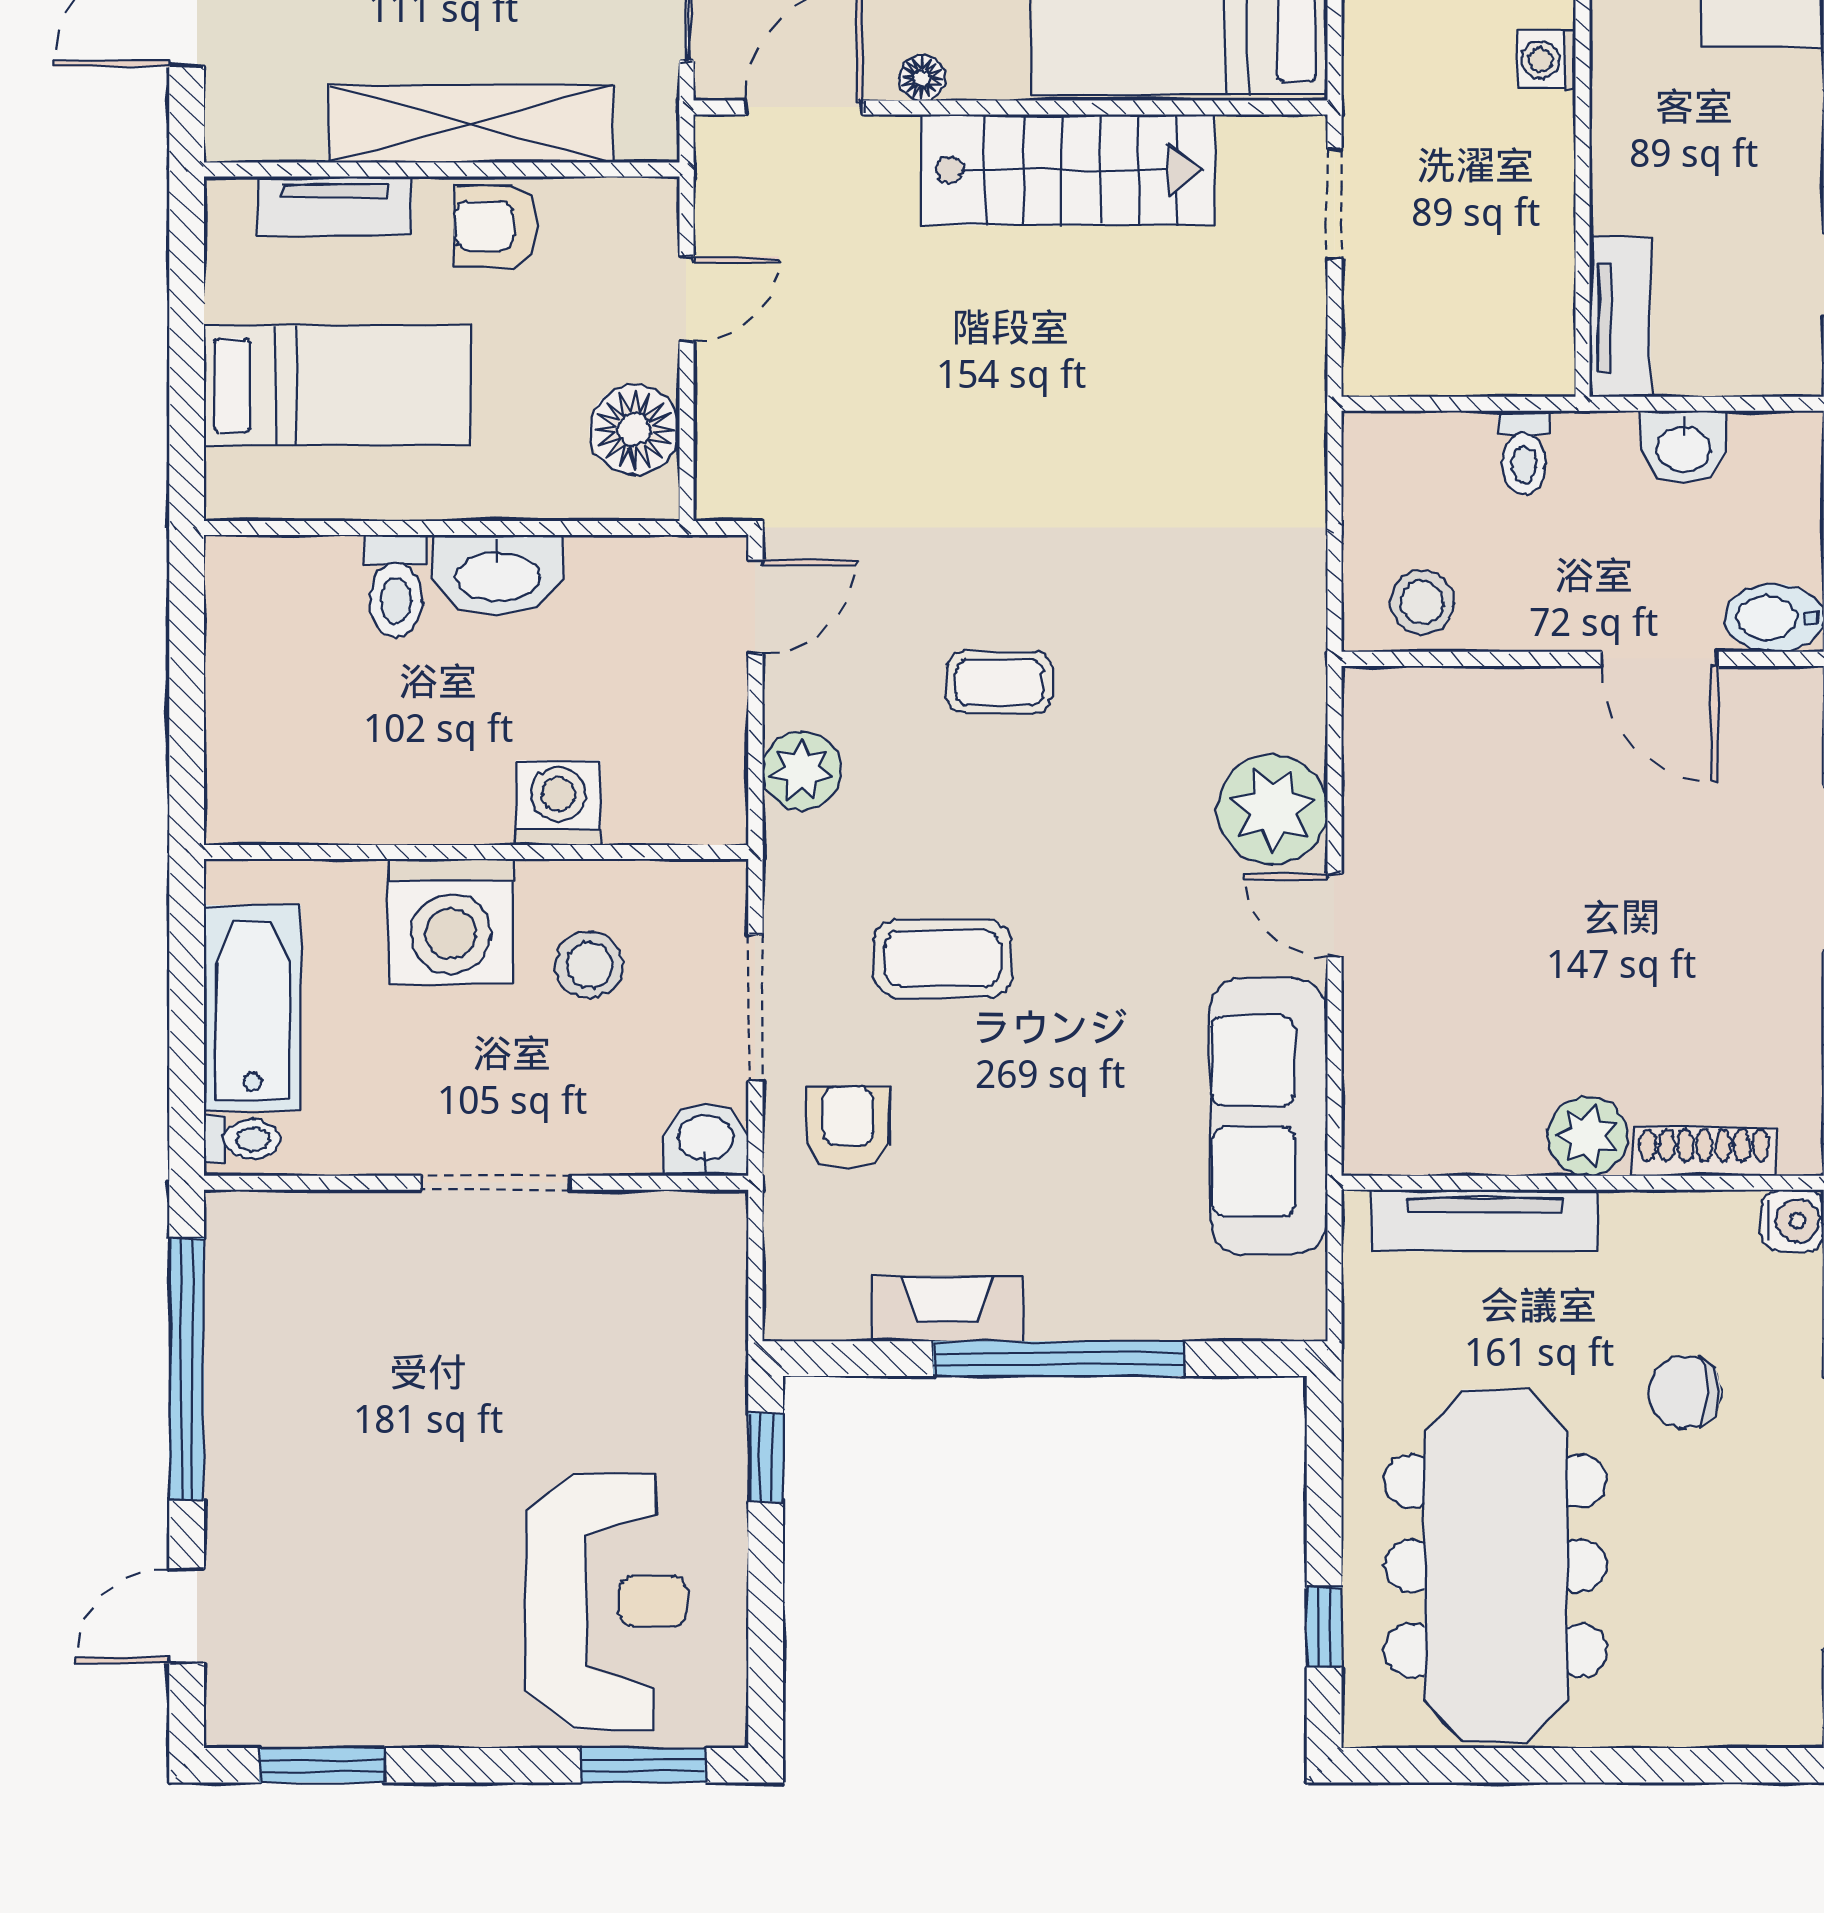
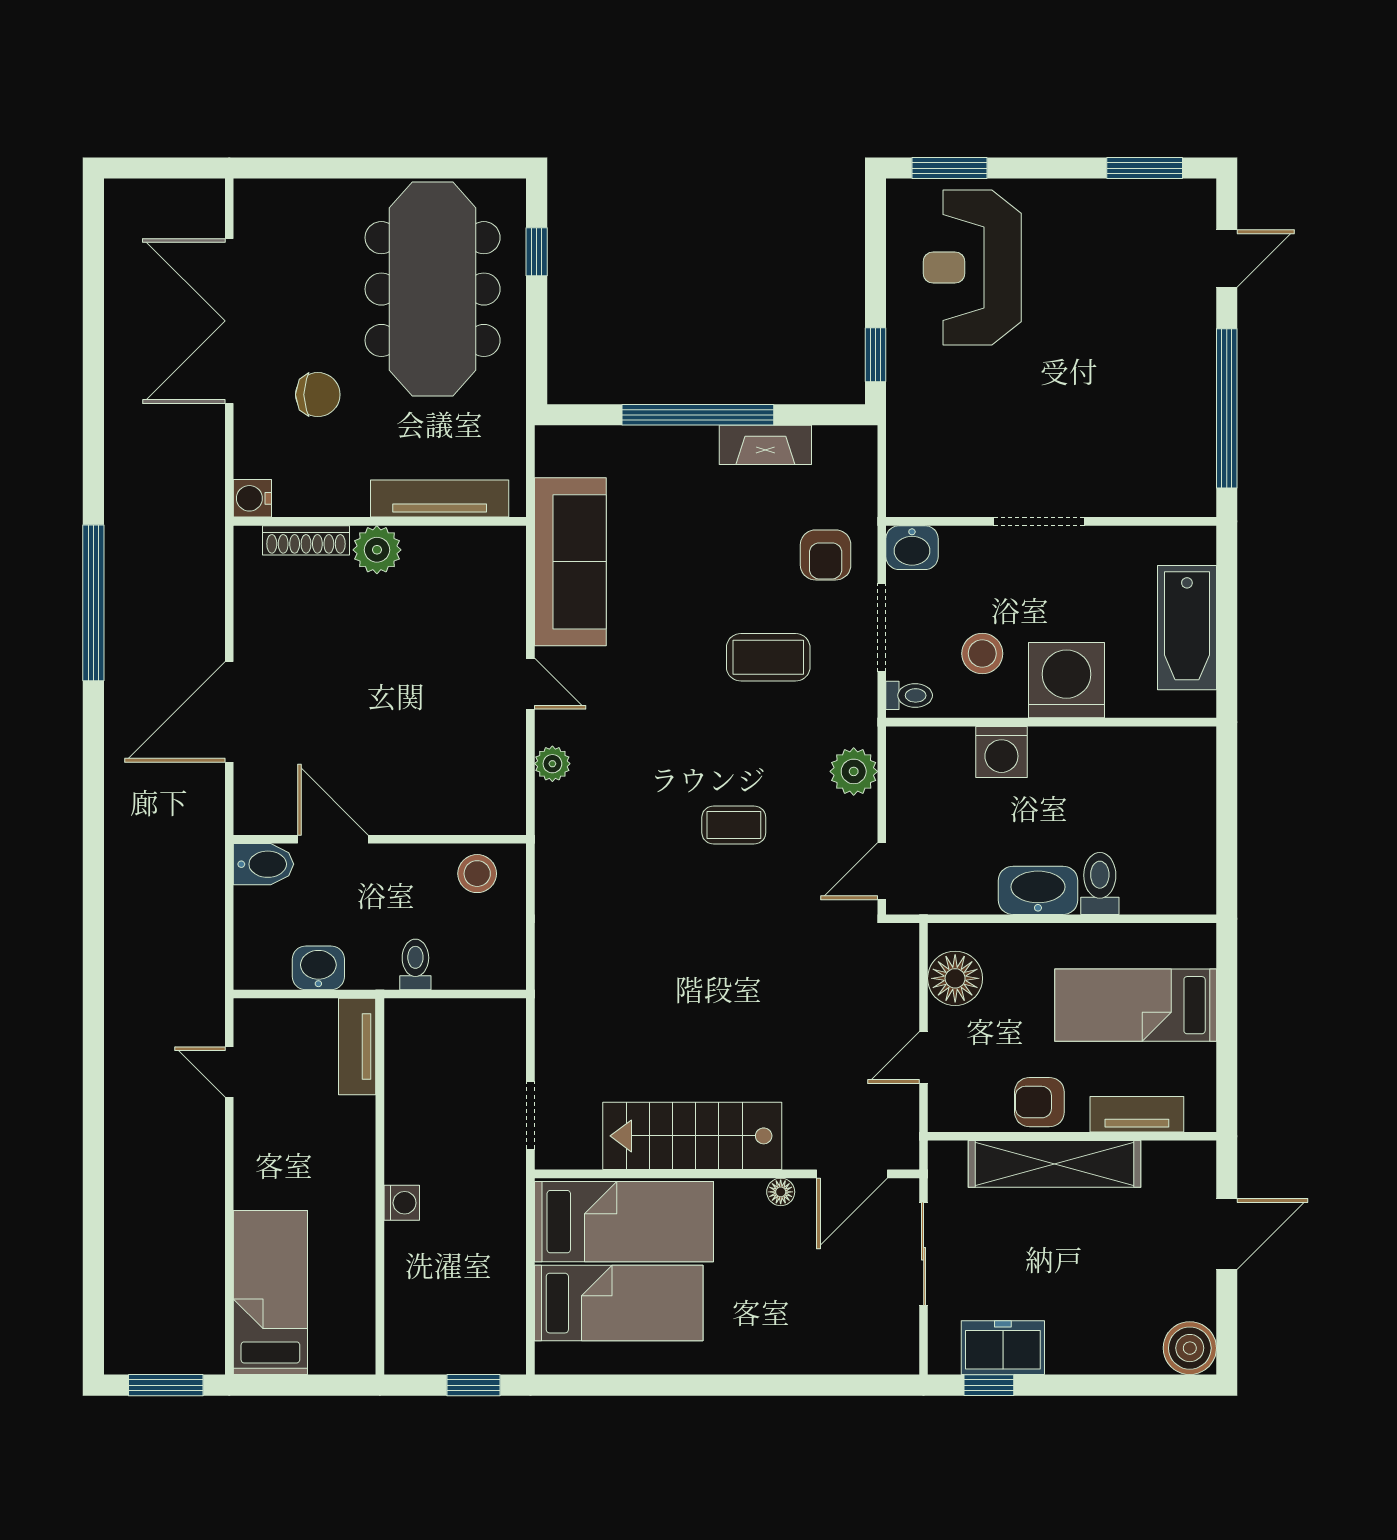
armchair: (496, 226) -> (1039, 1102), turned 180
plant: (1273, 809) -> (552, 764), width x0.53, depth x0.53
toilet: (242, 1139) -> (909, 695), moved, turned 180

